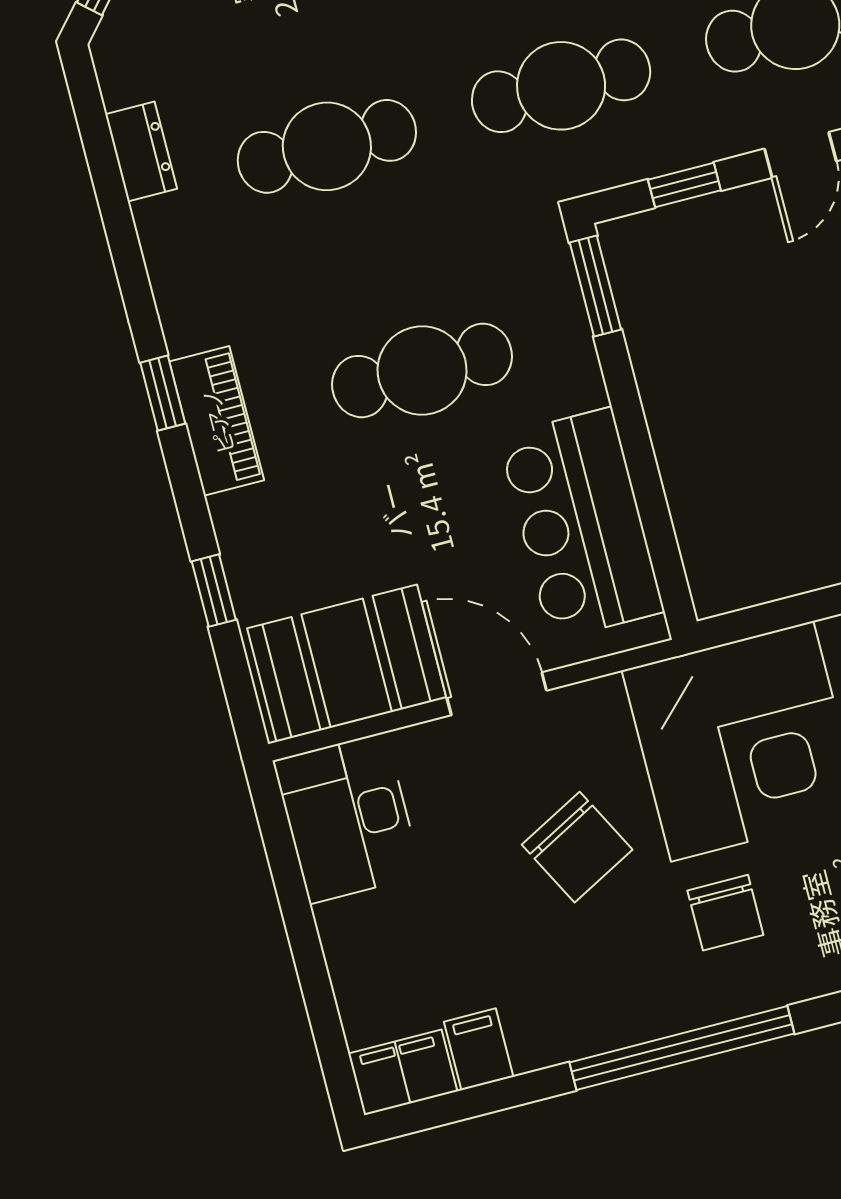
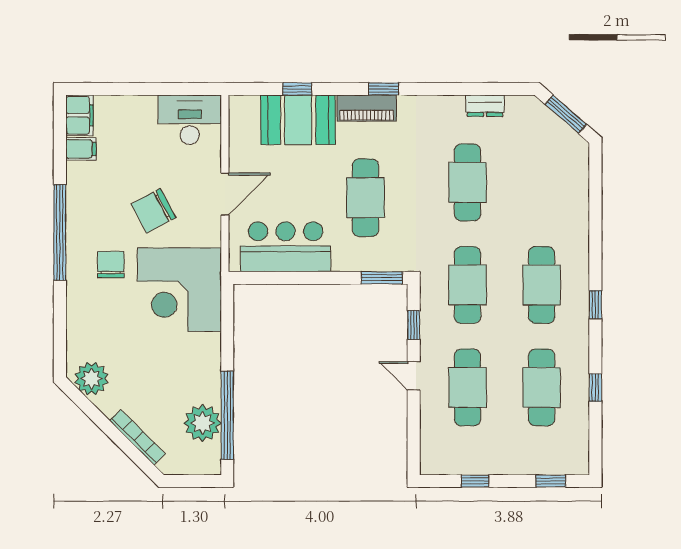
booth: (347, 663) -> (298, 120), moved, turned 90
chair: (725, 913) -> (111, 265), turned 90

